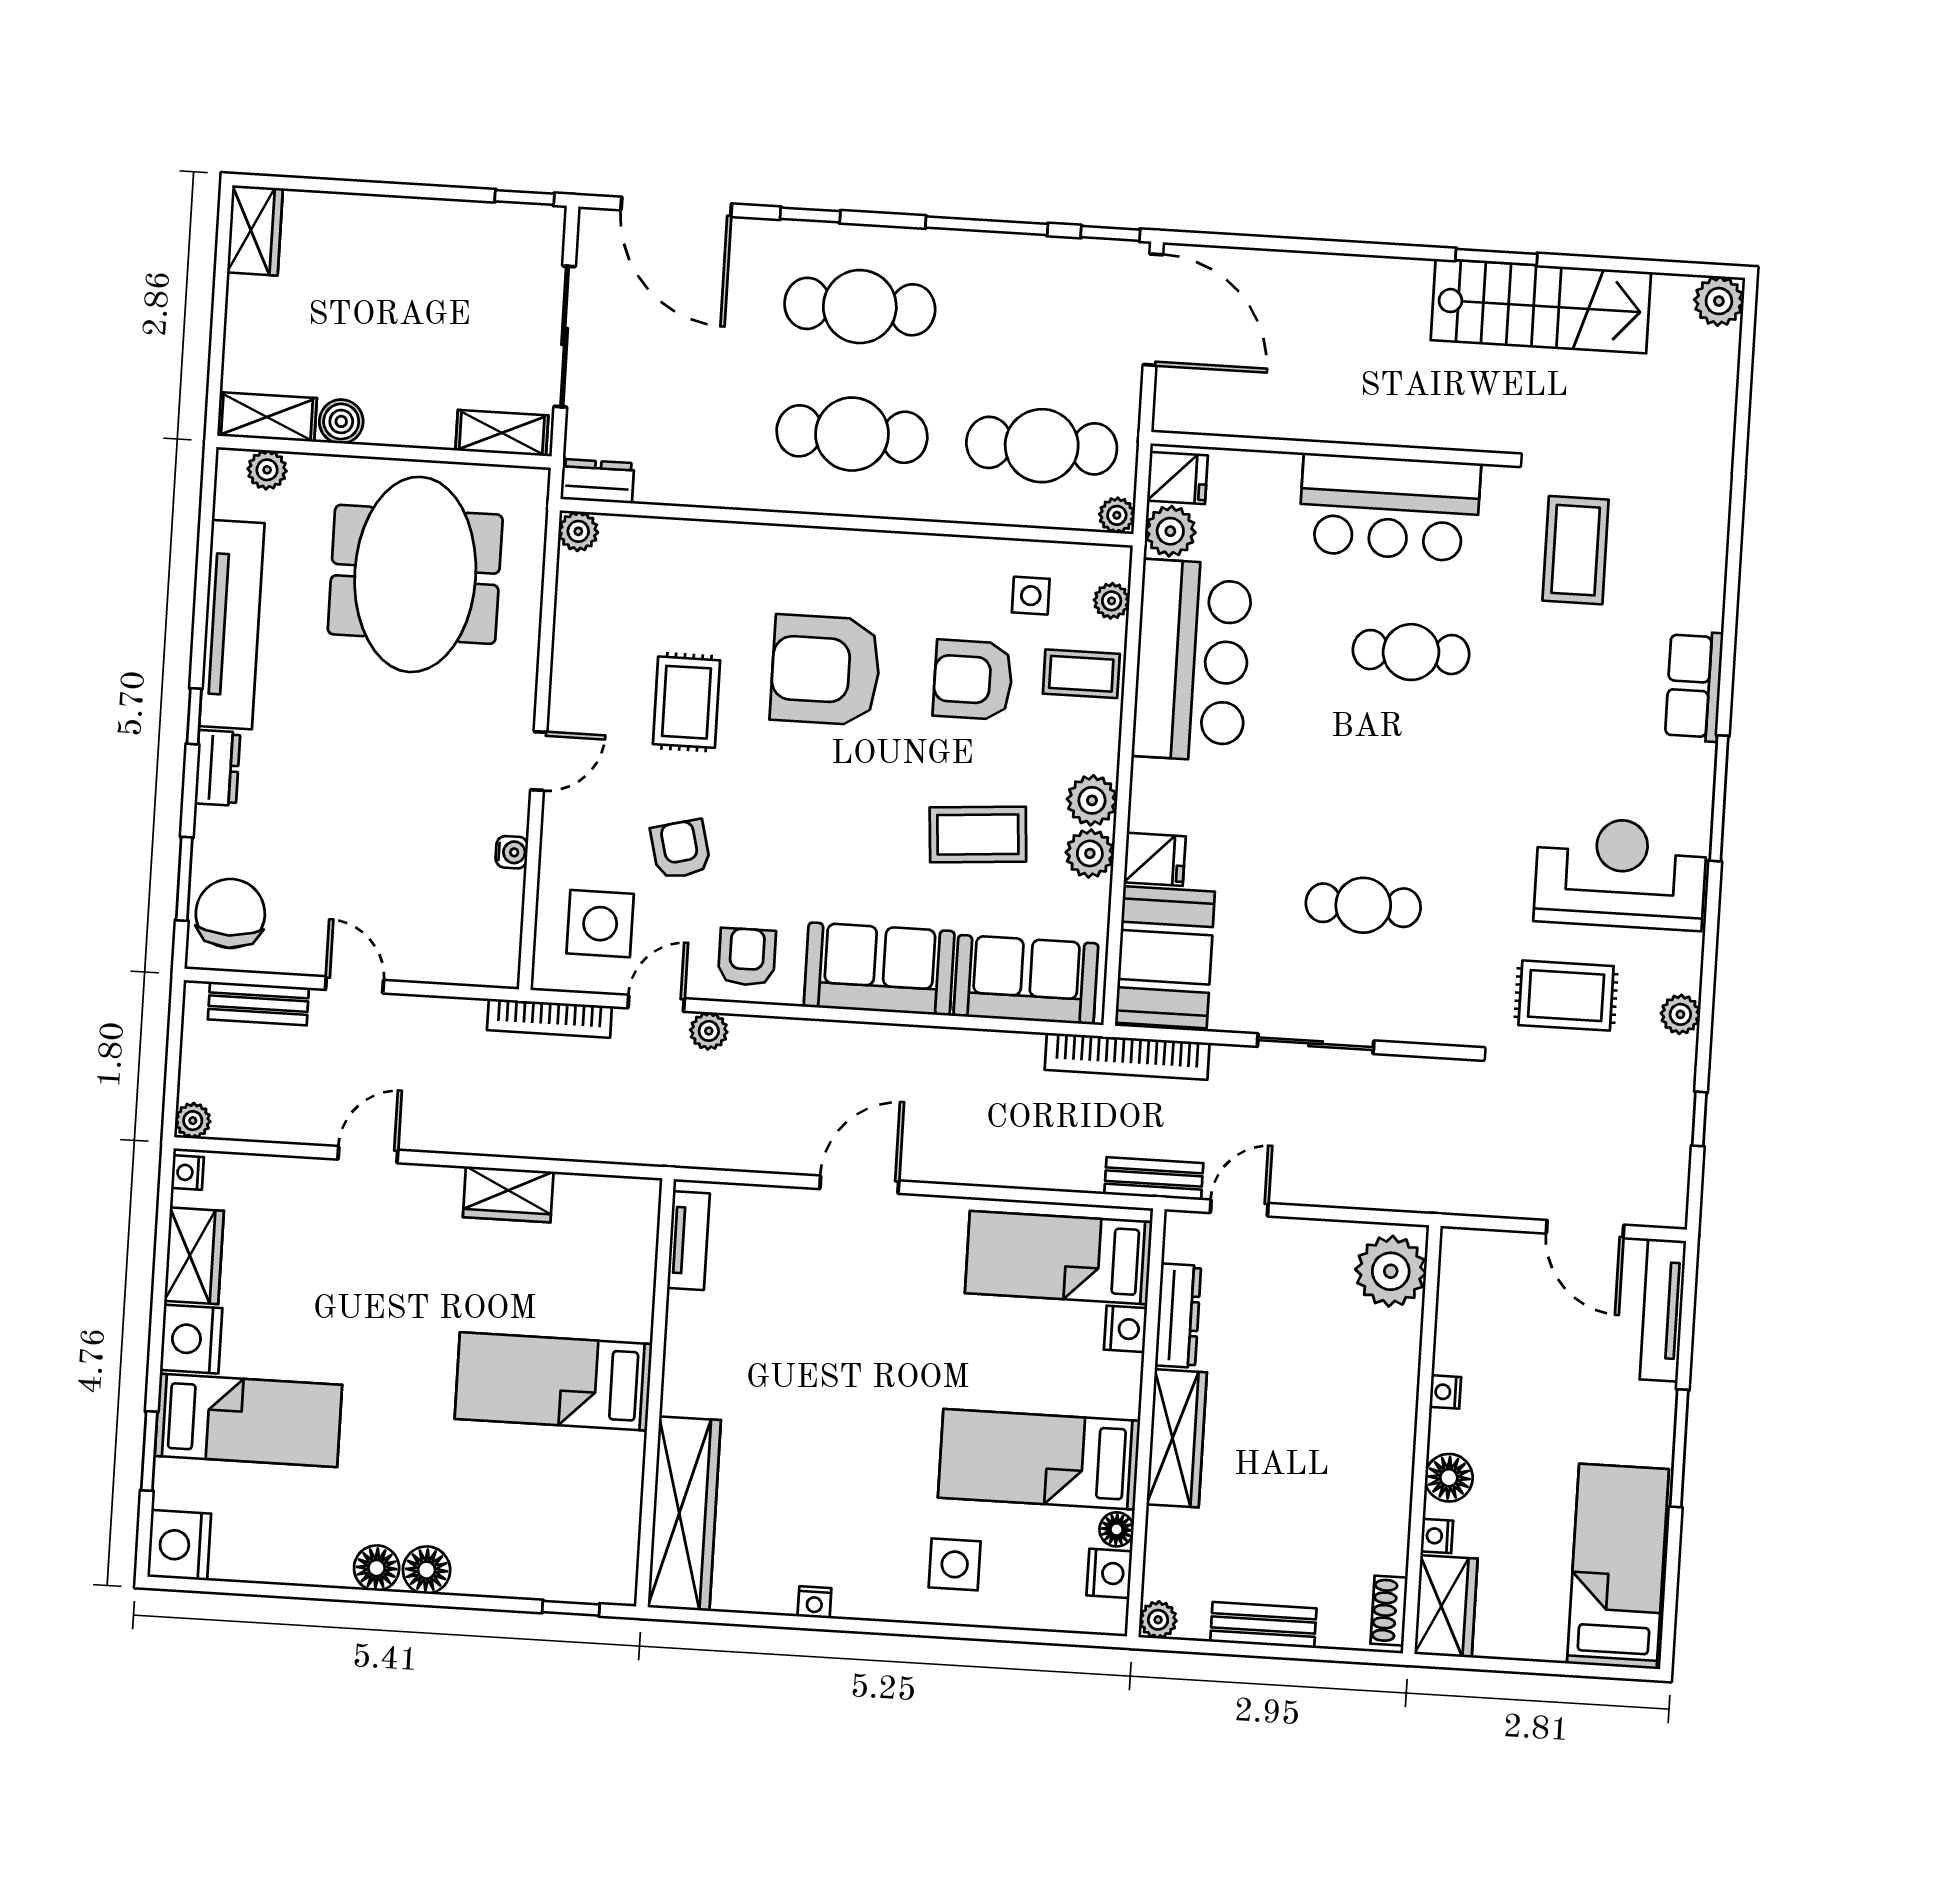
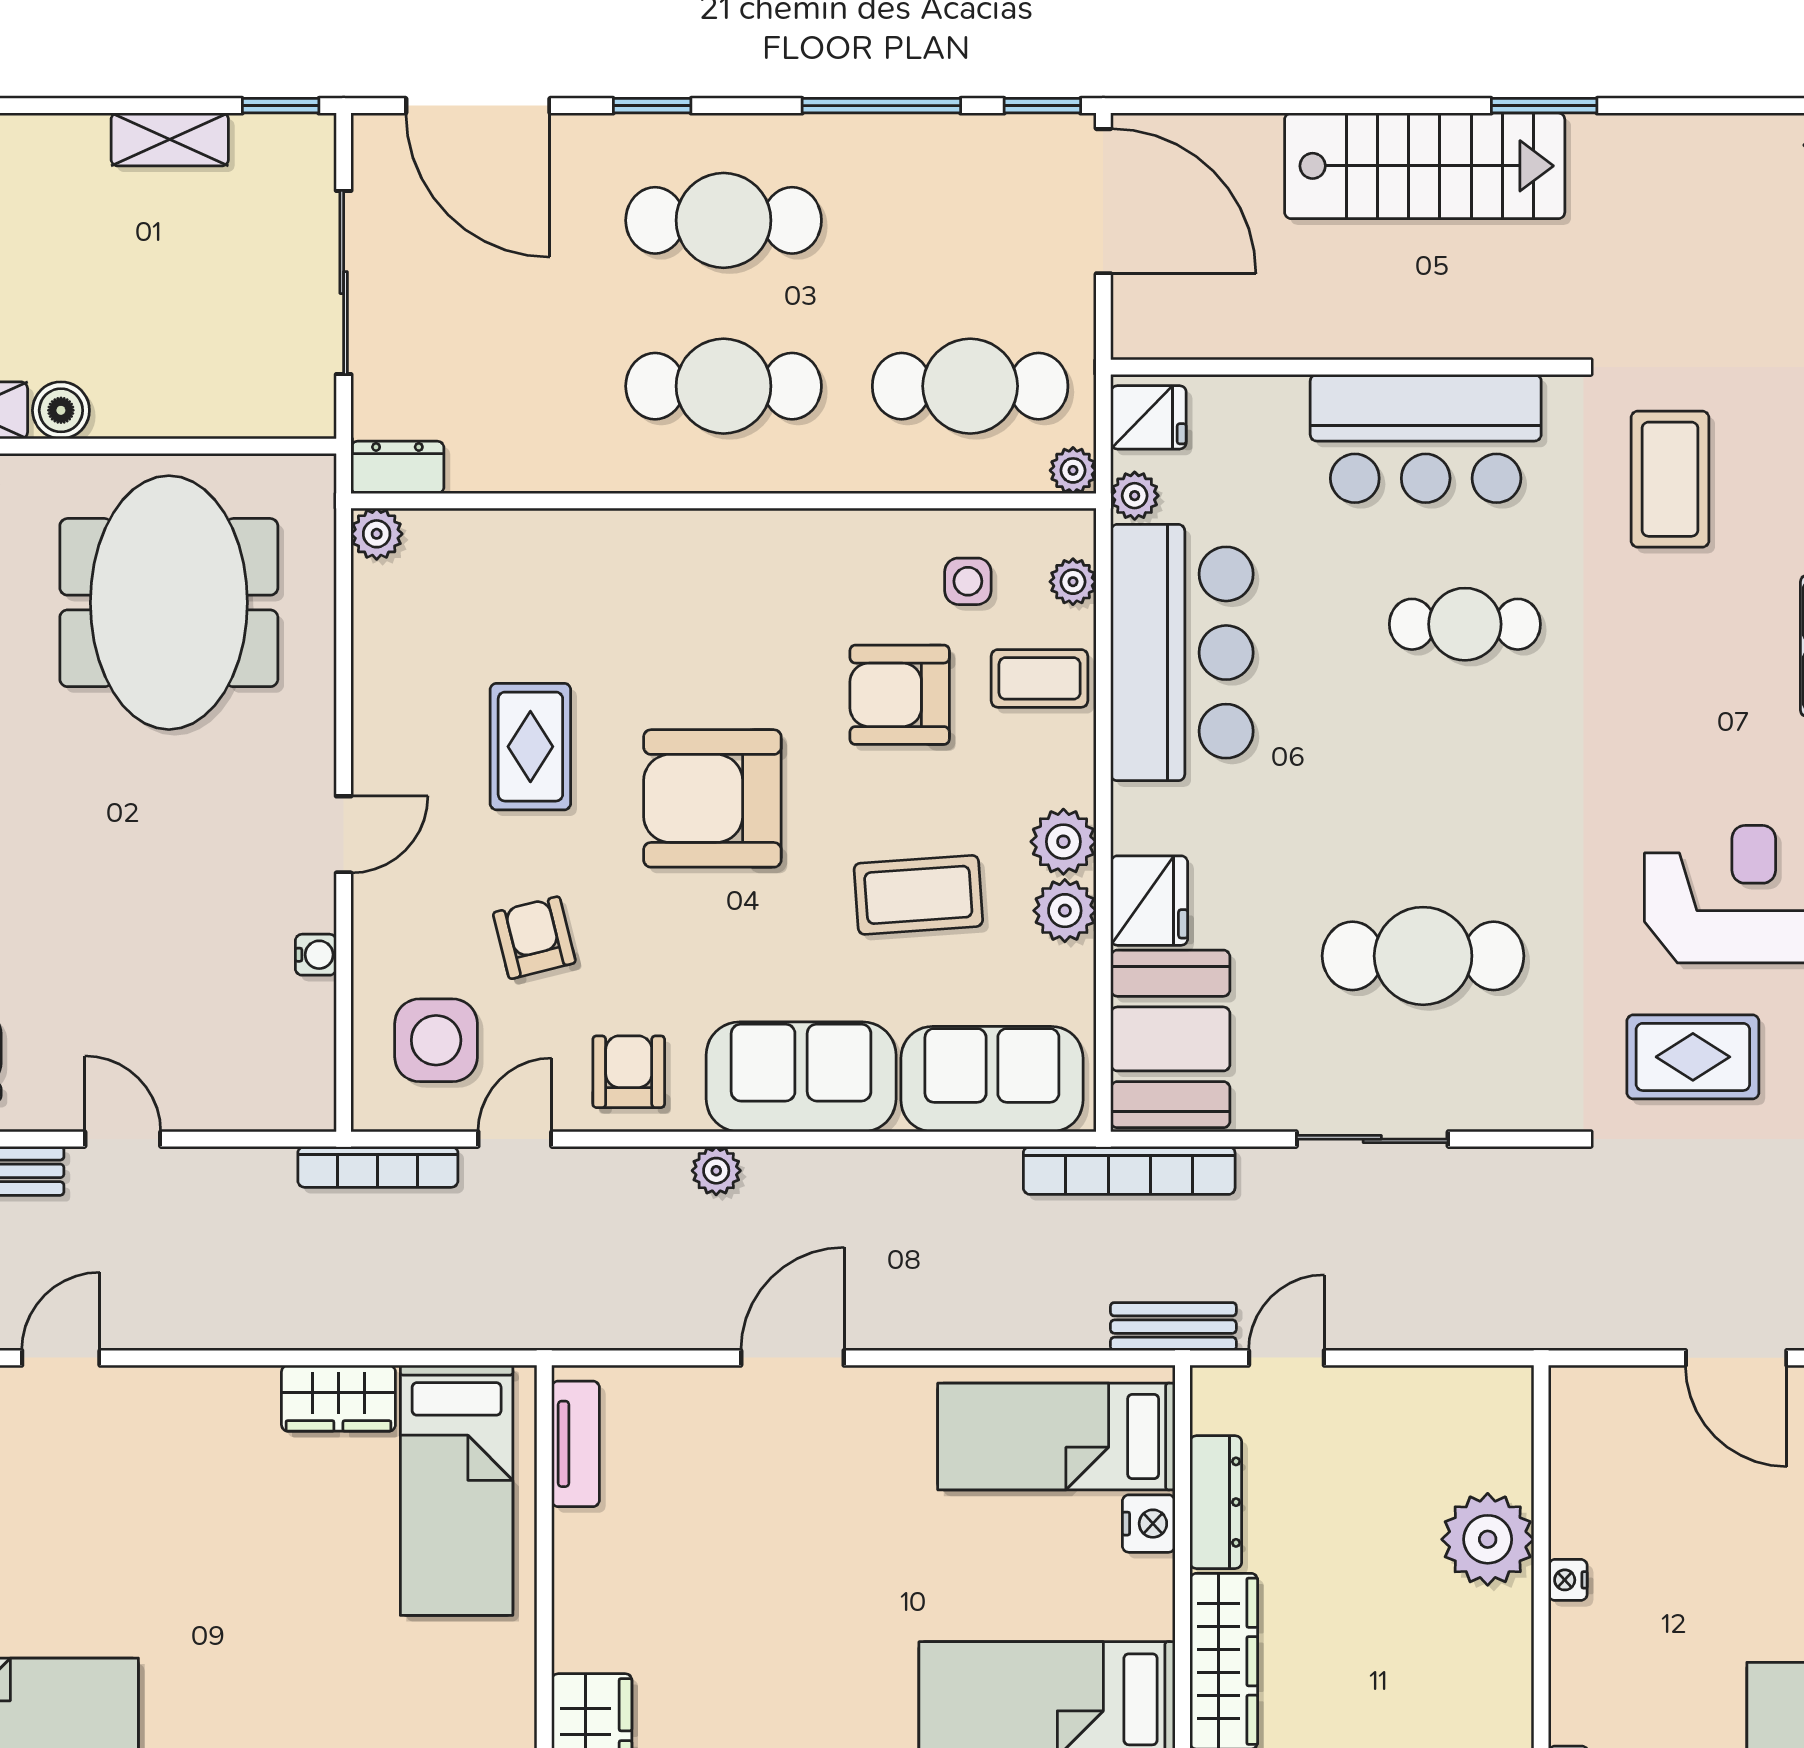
stairs: (1541, 306) -> (1425, 166), moved
shelving: (502, 433) -> (170, 139), moved
plant: (1170, 531) -> (1135, 496), width x0.73, depth x0.73
armchair: (826, 670) -> (712, 798), moved
fridge: (1155, 859) -> (1149, 901), width x1.38
cafe table: (1363, 905) -> (1423, 956), width x1.37, depth x1.35
plant: (709, 1031) -> (716, 1171), moved
door: (368, 1155) -> (61, 1358), moved
plant: (1391, 1271) -> (1488, 1539), moved
bed: (553, 1381) -> (457, 1490), moved, turned -90
floor lamp: (1449, 1478) -> (1579, 1691), removed

